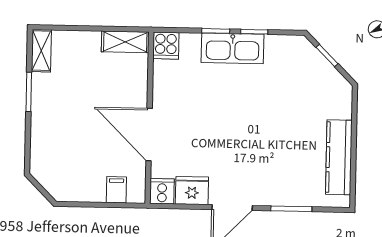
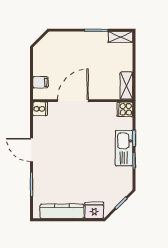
fridge: (192, 191) -> (94, 210), moved, turned -90

